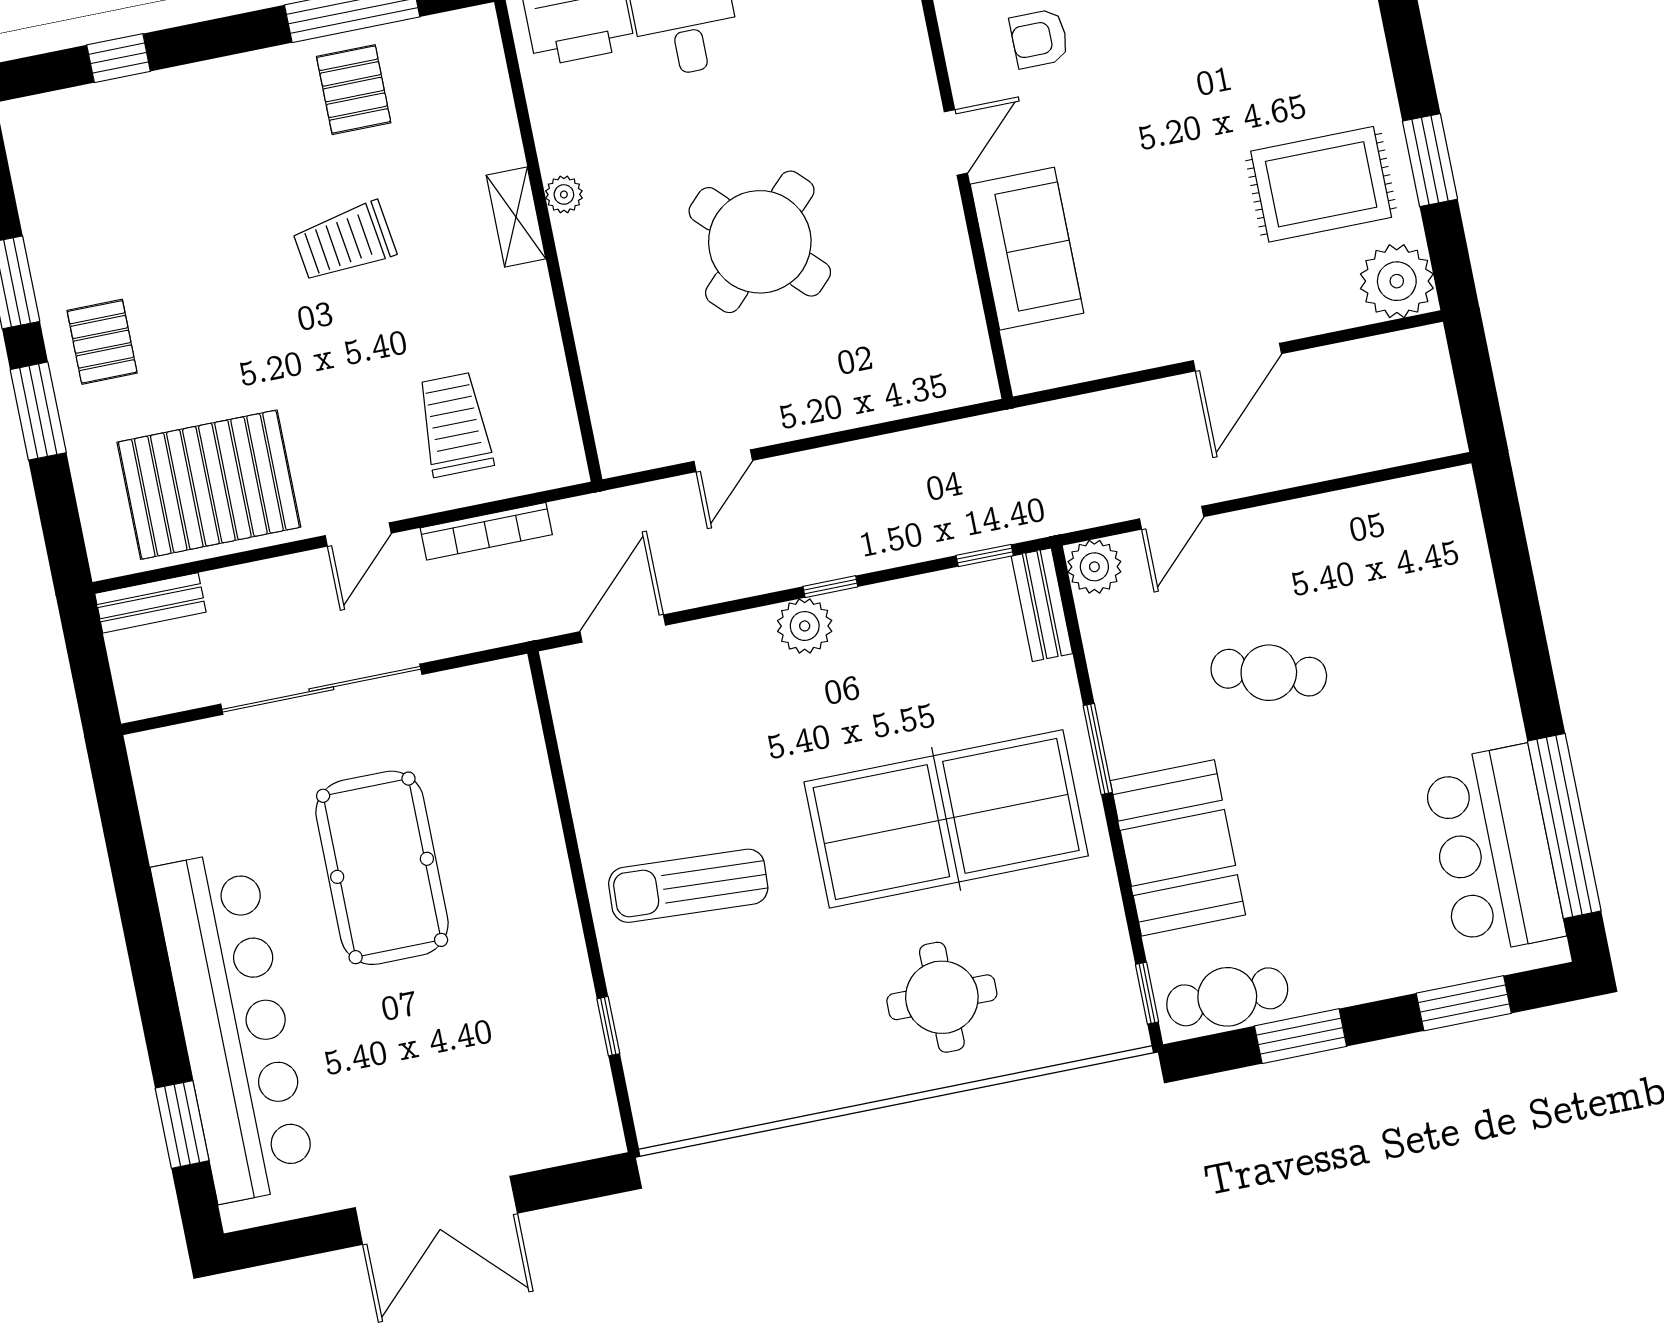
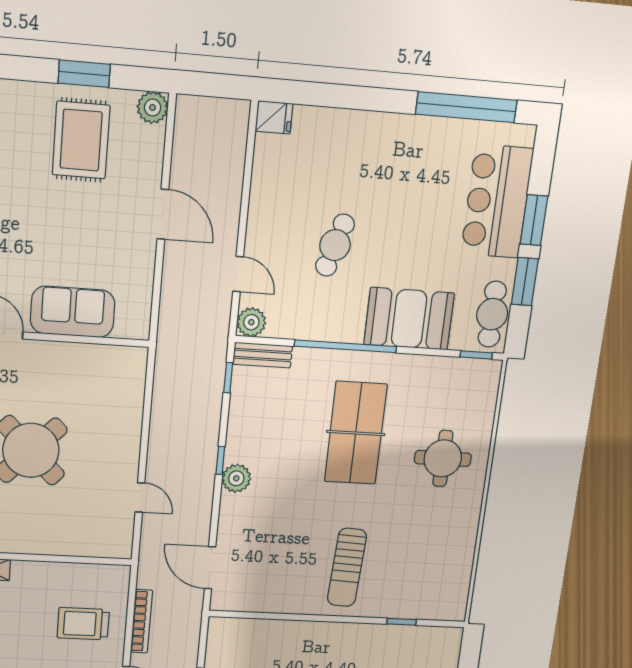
plant: (1397, 281) -> (153, 108), width x0.73, depth x0.73
fridge: (1452, 499) -> (274, 117), added
window: (1098, 749) -> (345, 346), width x2.11
table tennis table: (946, 819) -> (356, 433), width x0.73, depth x0.76
bar counter: (1494, 850) -> (497, 201), moved, turned 90
window: (1464, 1003) -> (534, 220), moved

